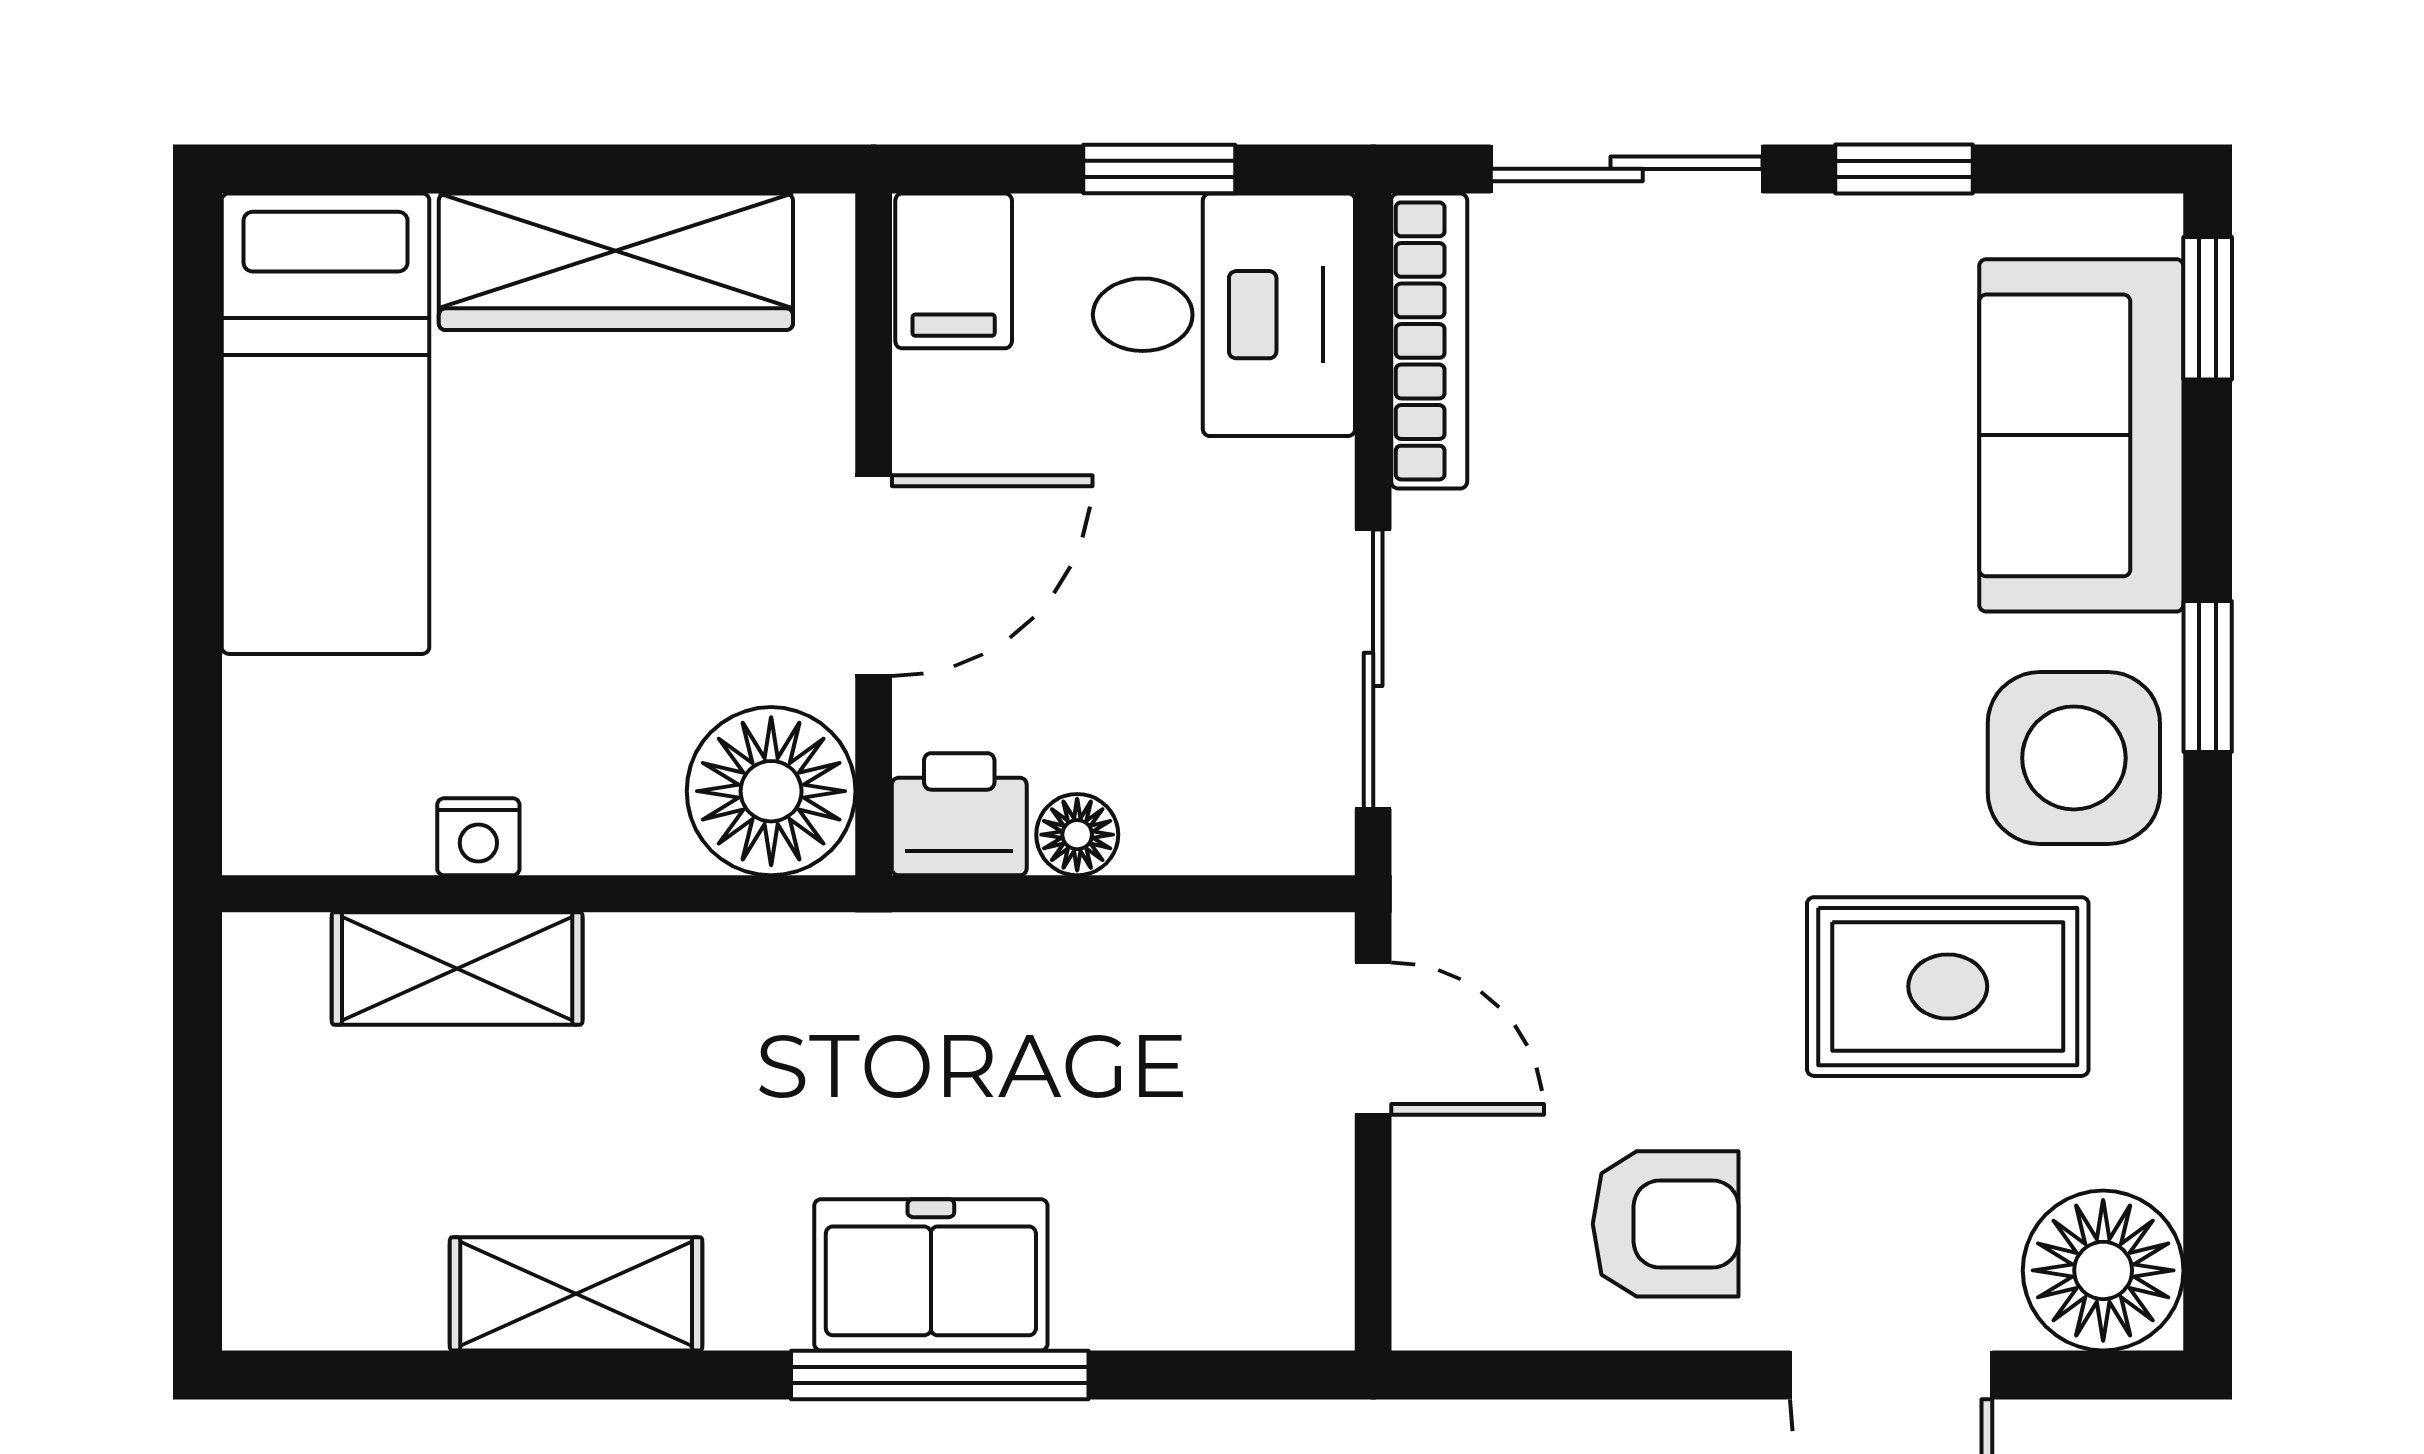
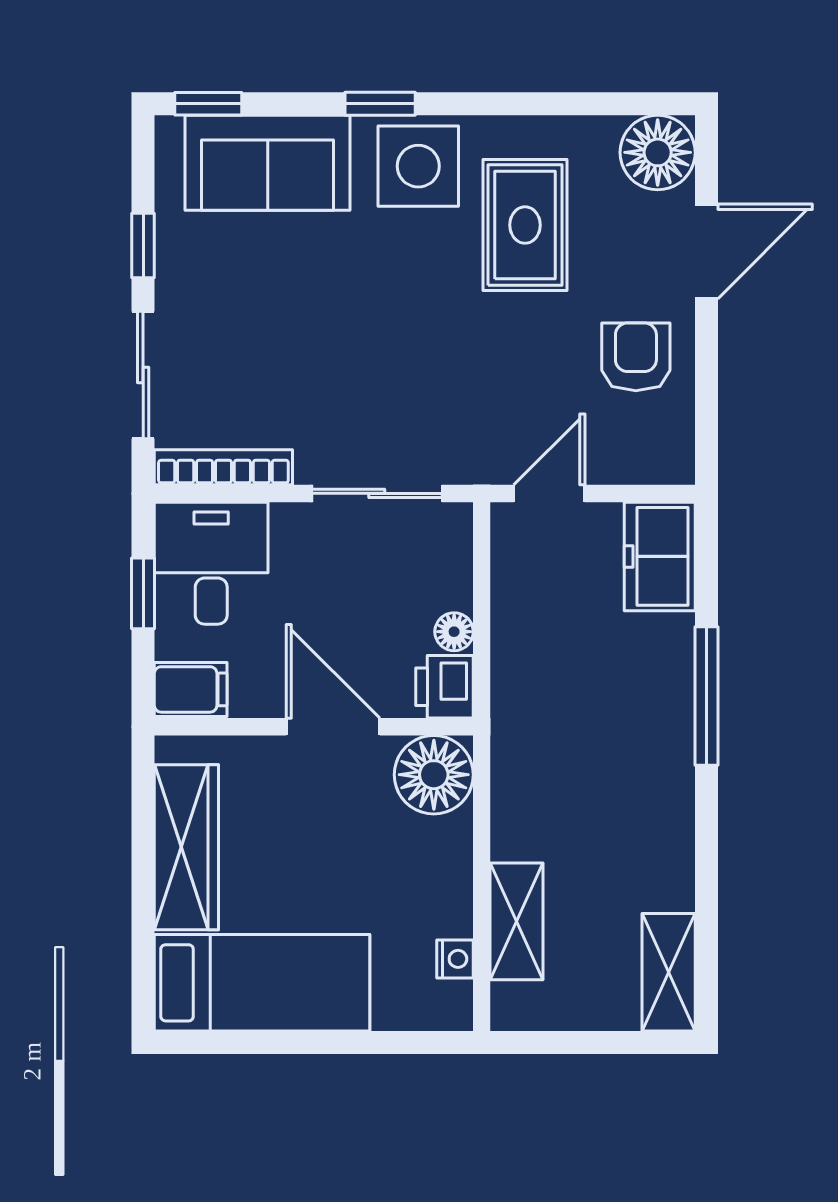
nightstand: (478, 837) -> (455, 959), moved
freezer: (931, 1275) -> (660, 556), moved
shelving: (576, 1294) -> (669, 972), moved

